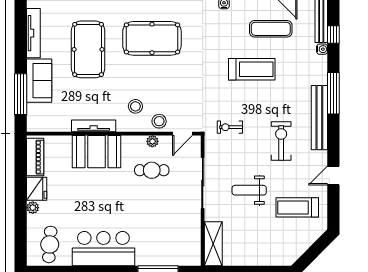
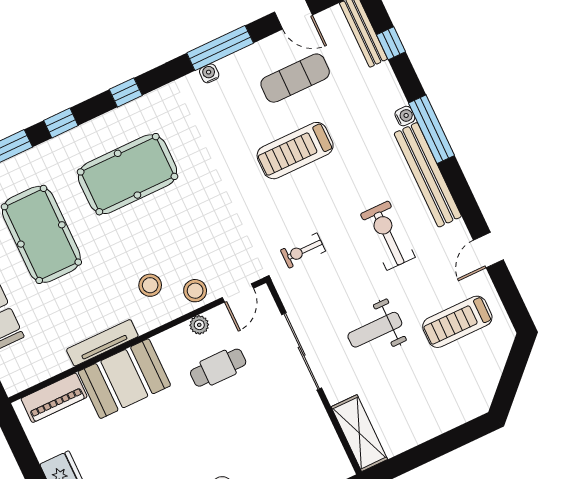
water cooler: (322, 49) -> (405, 116), moved
treadmill: (252, 69) -> (295, 151), turned 180
piano: (35, 157) -> (54, 398), moved, turned 90

